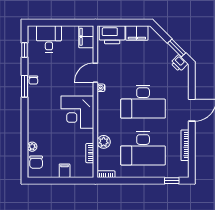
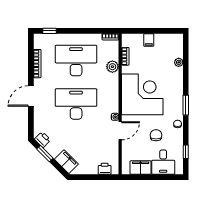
filing cabinet: (137, 33) -> (66, 162), moved, turned 45
printer: (112, 35) -> (105, 169), width x0.53, depth x0.68
filing cabinet: (86, 37) -> (141, 168), moved, turned -90
window: (25, 86) -> (186, 105), moved
corner desk: (77, 112) -> (142, 94), width x1.36, depth x1.36
chair: (36, 162) -> (156, 135), moved

